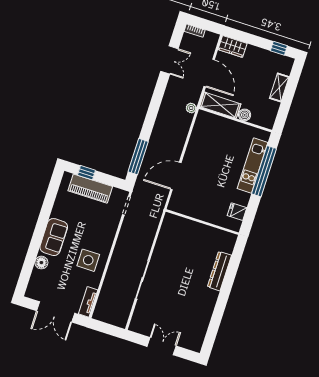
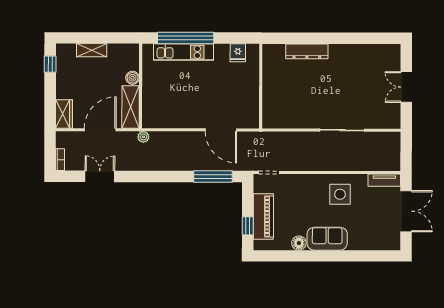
floor lamp: (41, 263) -> (299, 243), moved

